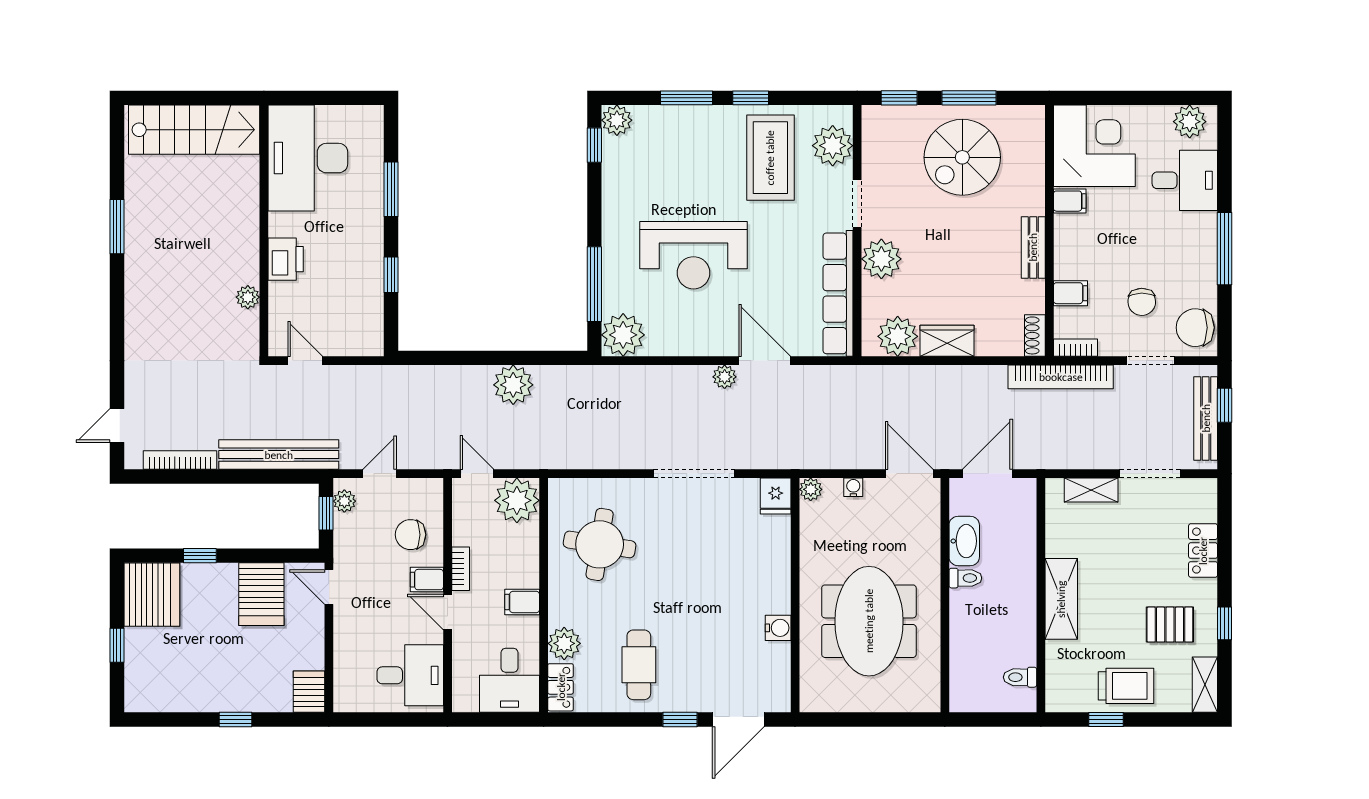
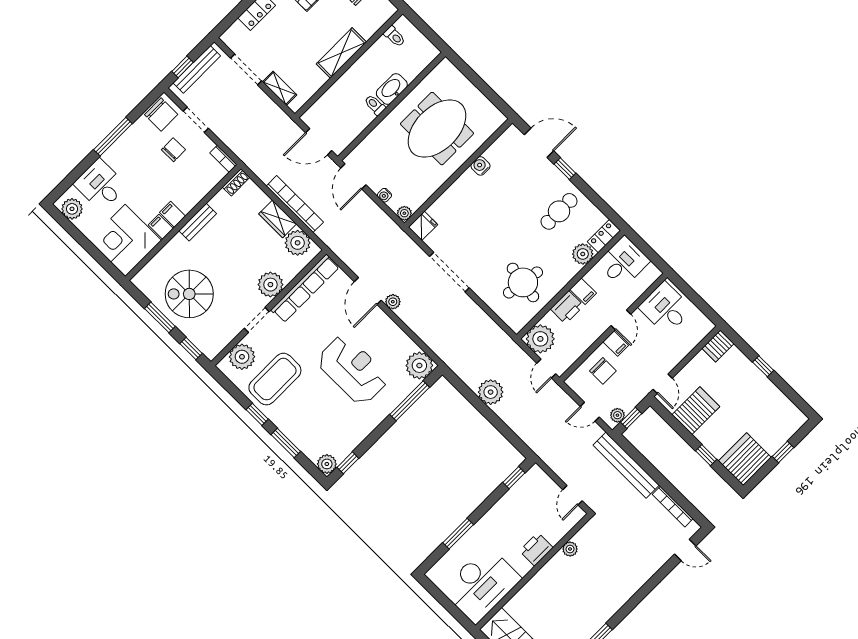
spiral stairs: (962, 157) -> (189, 294), turned 180
window: (391, 275) -> (514, 478), moved
filing cabinet: (1070, 293) -> (173, 214), moved
bookcase: (1061, 377) -> (295, 204), moved
washbasin: (964, 541) -> (392, 89), moved
printer: (522, 566) -> (567, 307), added
bookcase: (461, 569) -> (596, 333), removed

